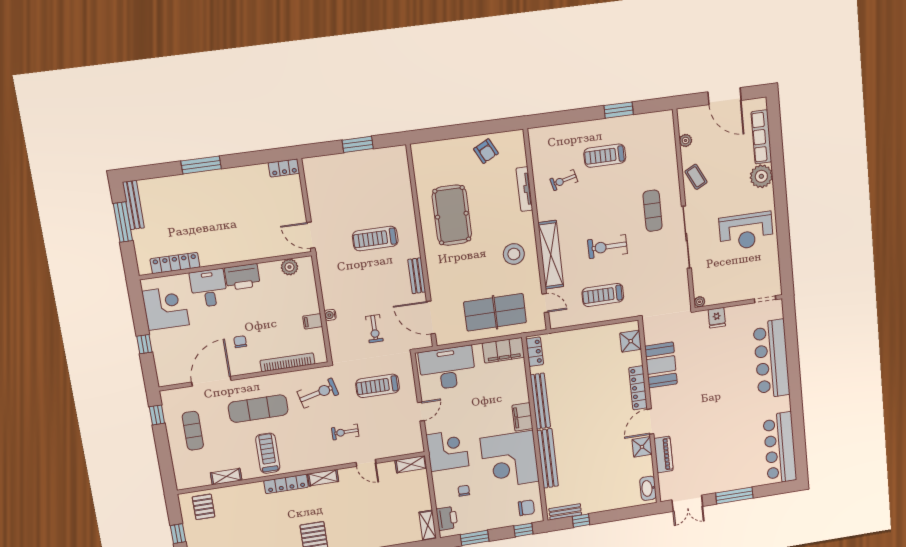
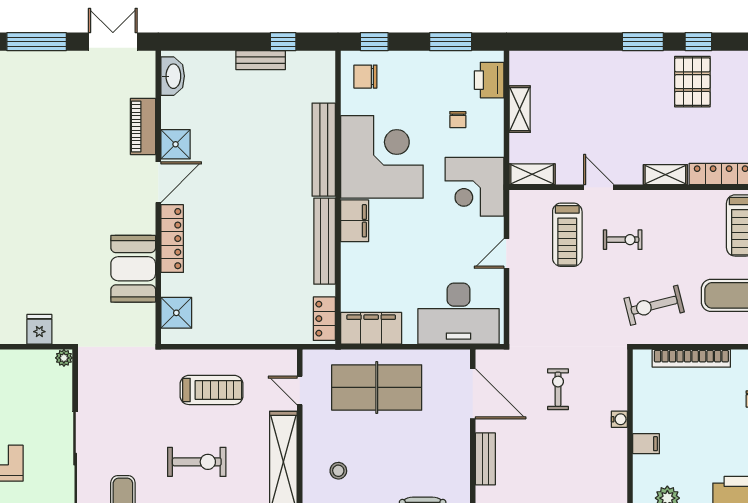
stool: (514, 254) -> (338, 471), width x0.53, depth x0.53
filing cabinet: (313, 321) -> (646, 444), moved
treadmill: (378, 386) -> (567, 235), moved, turned 90
bench: (565, 512) -> (261, 60), moved
shelving: (428, 525) -> (520, 109), moved

